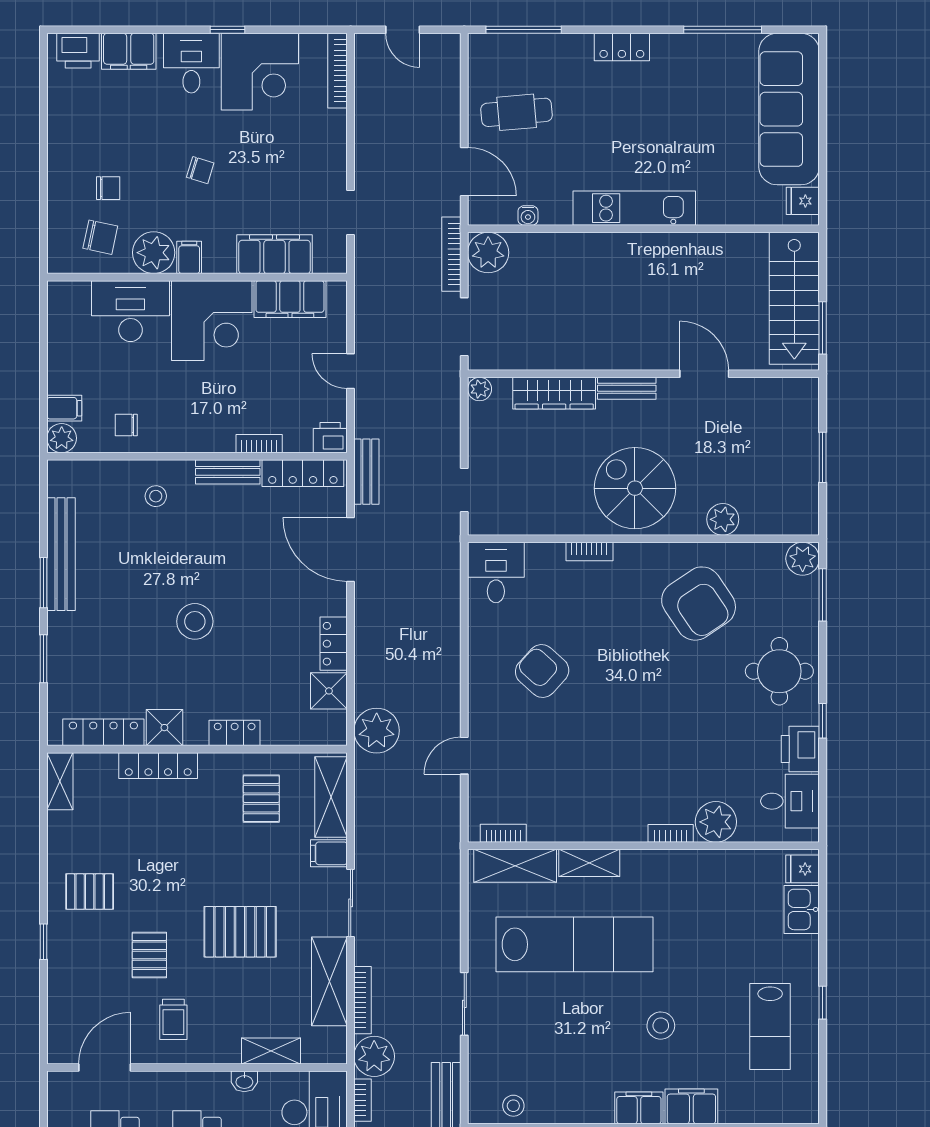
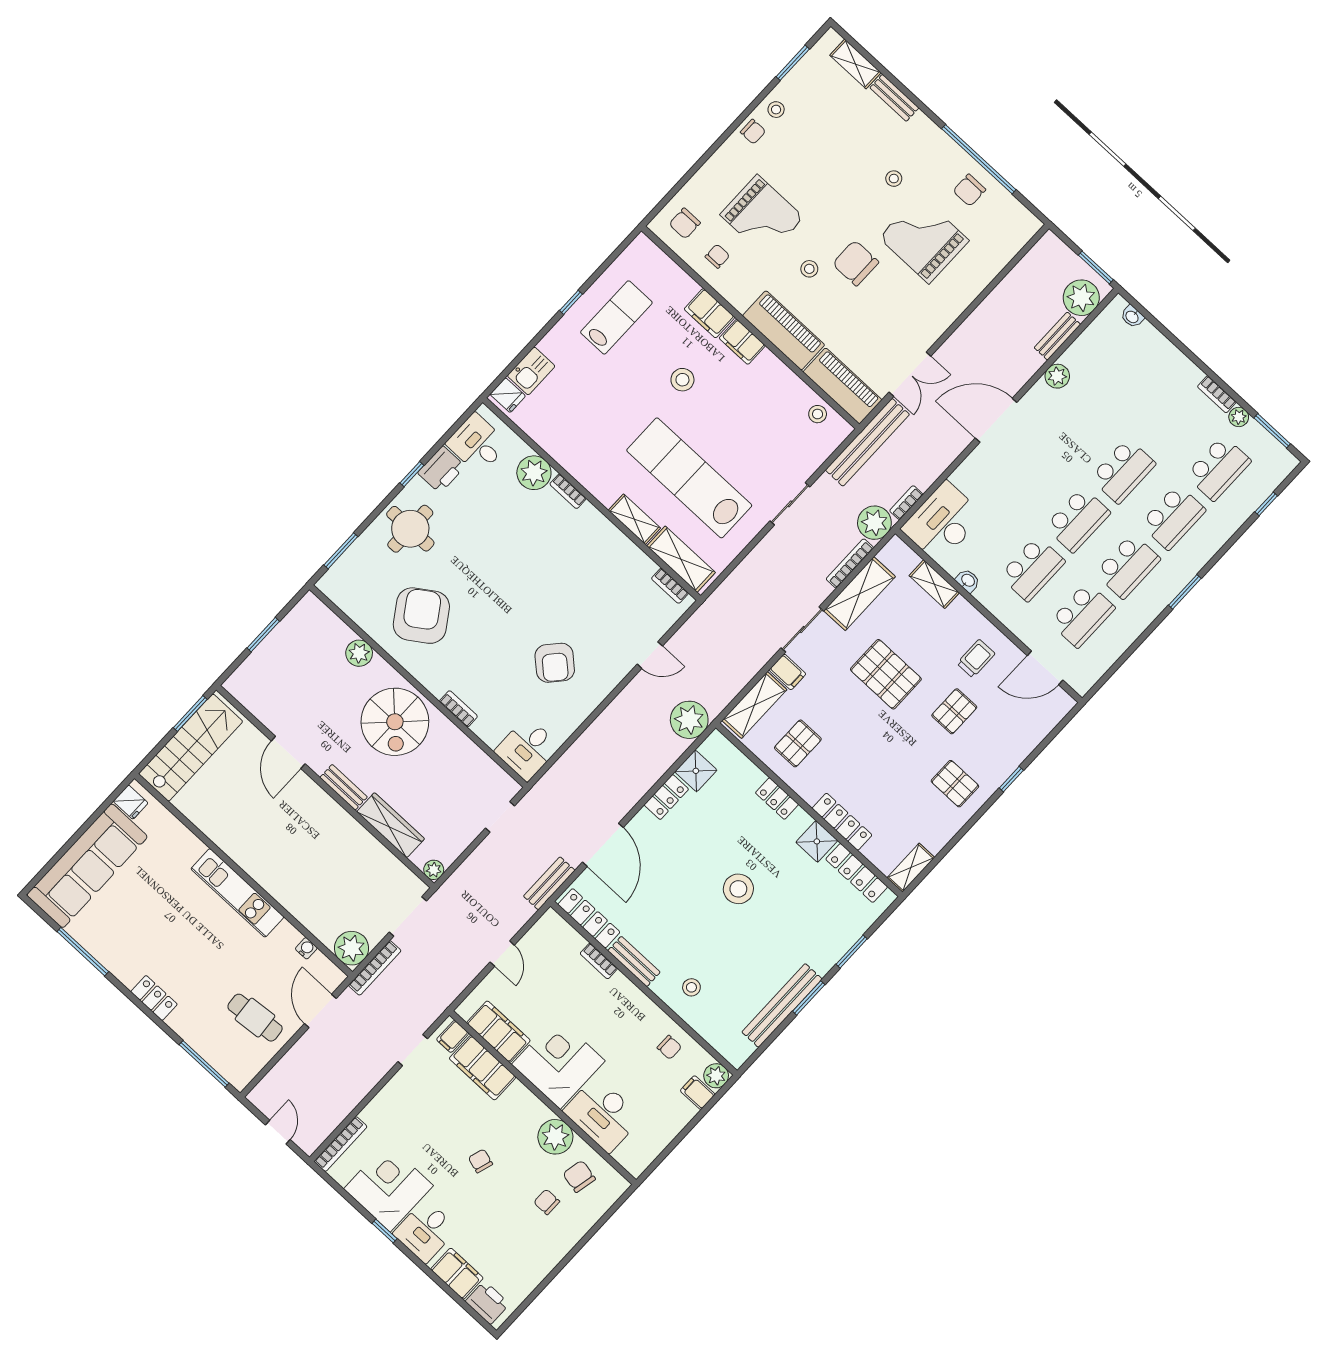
filing cabinet: (189, 257) -> (453, 1036), moved
printer: (330, 438) -> (552, 925), removed
plant: (803, 559) -> (333, 584), removed

